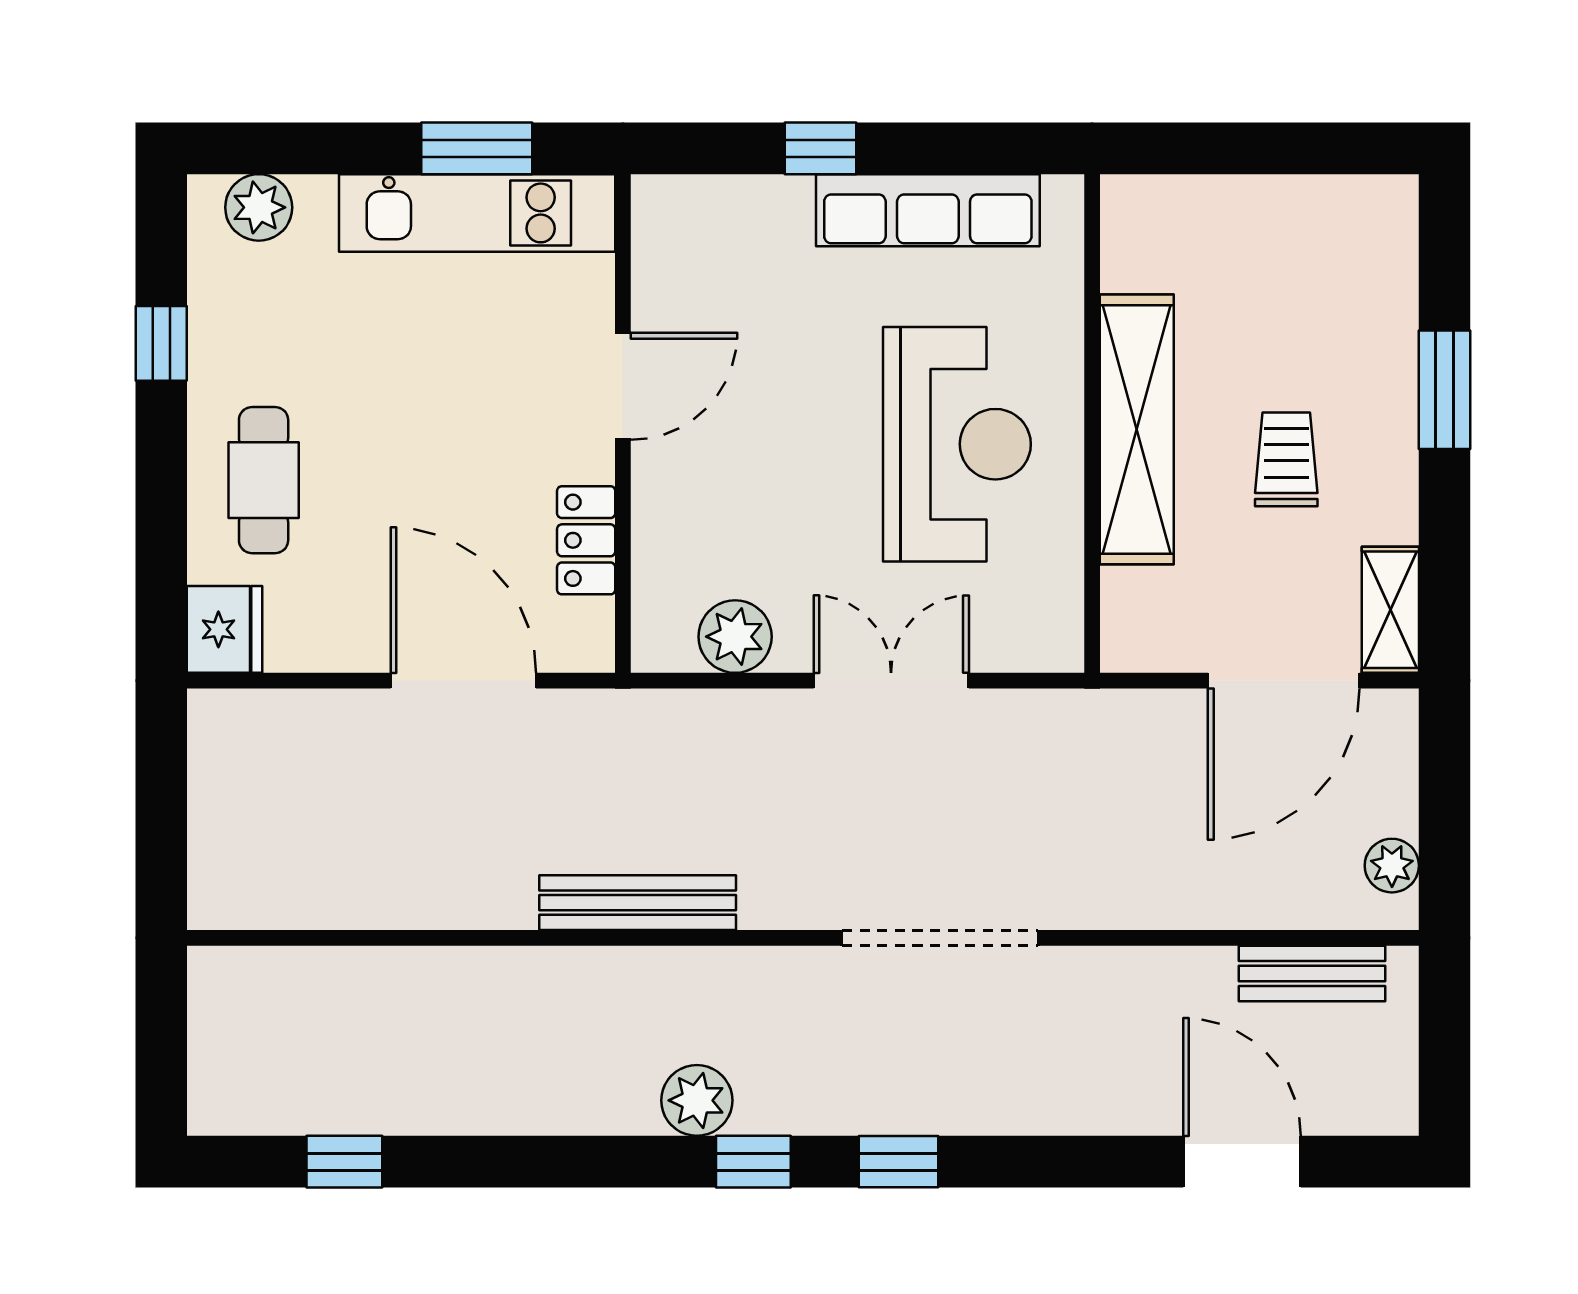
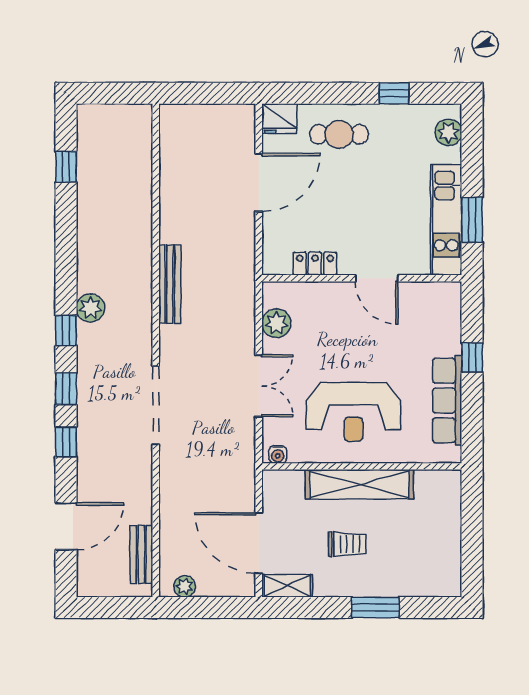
water cooler: (1062, 633) -> (278, 454), added
door: (463, 681) -> (259, 183), moved
window: (1031, 1162) -> (66, 442), added

